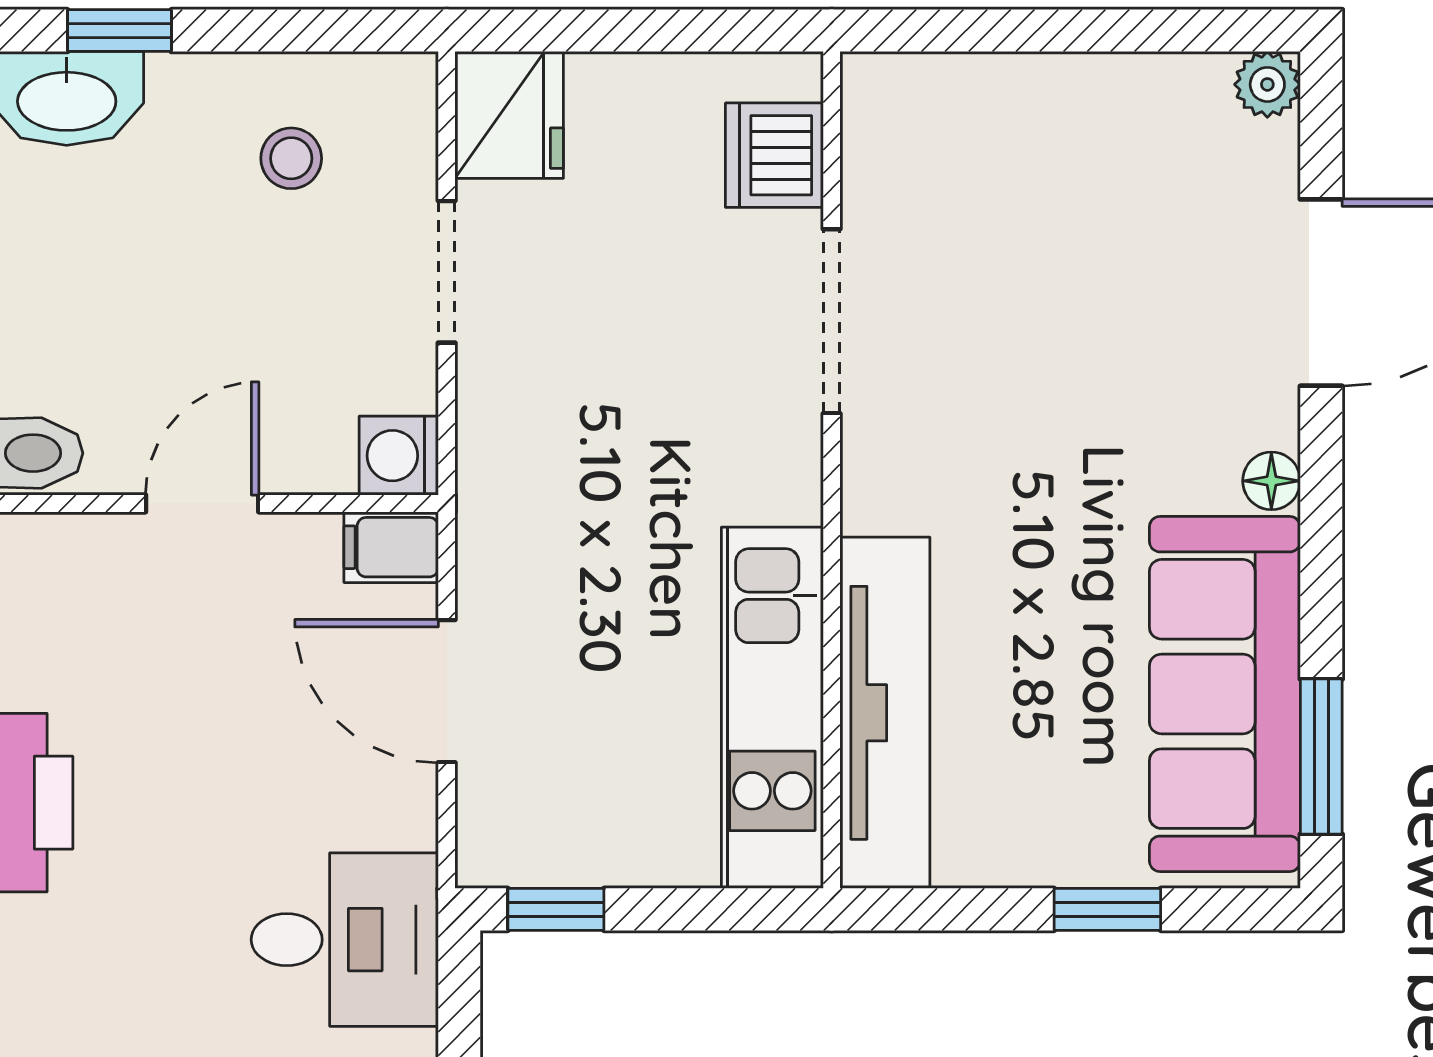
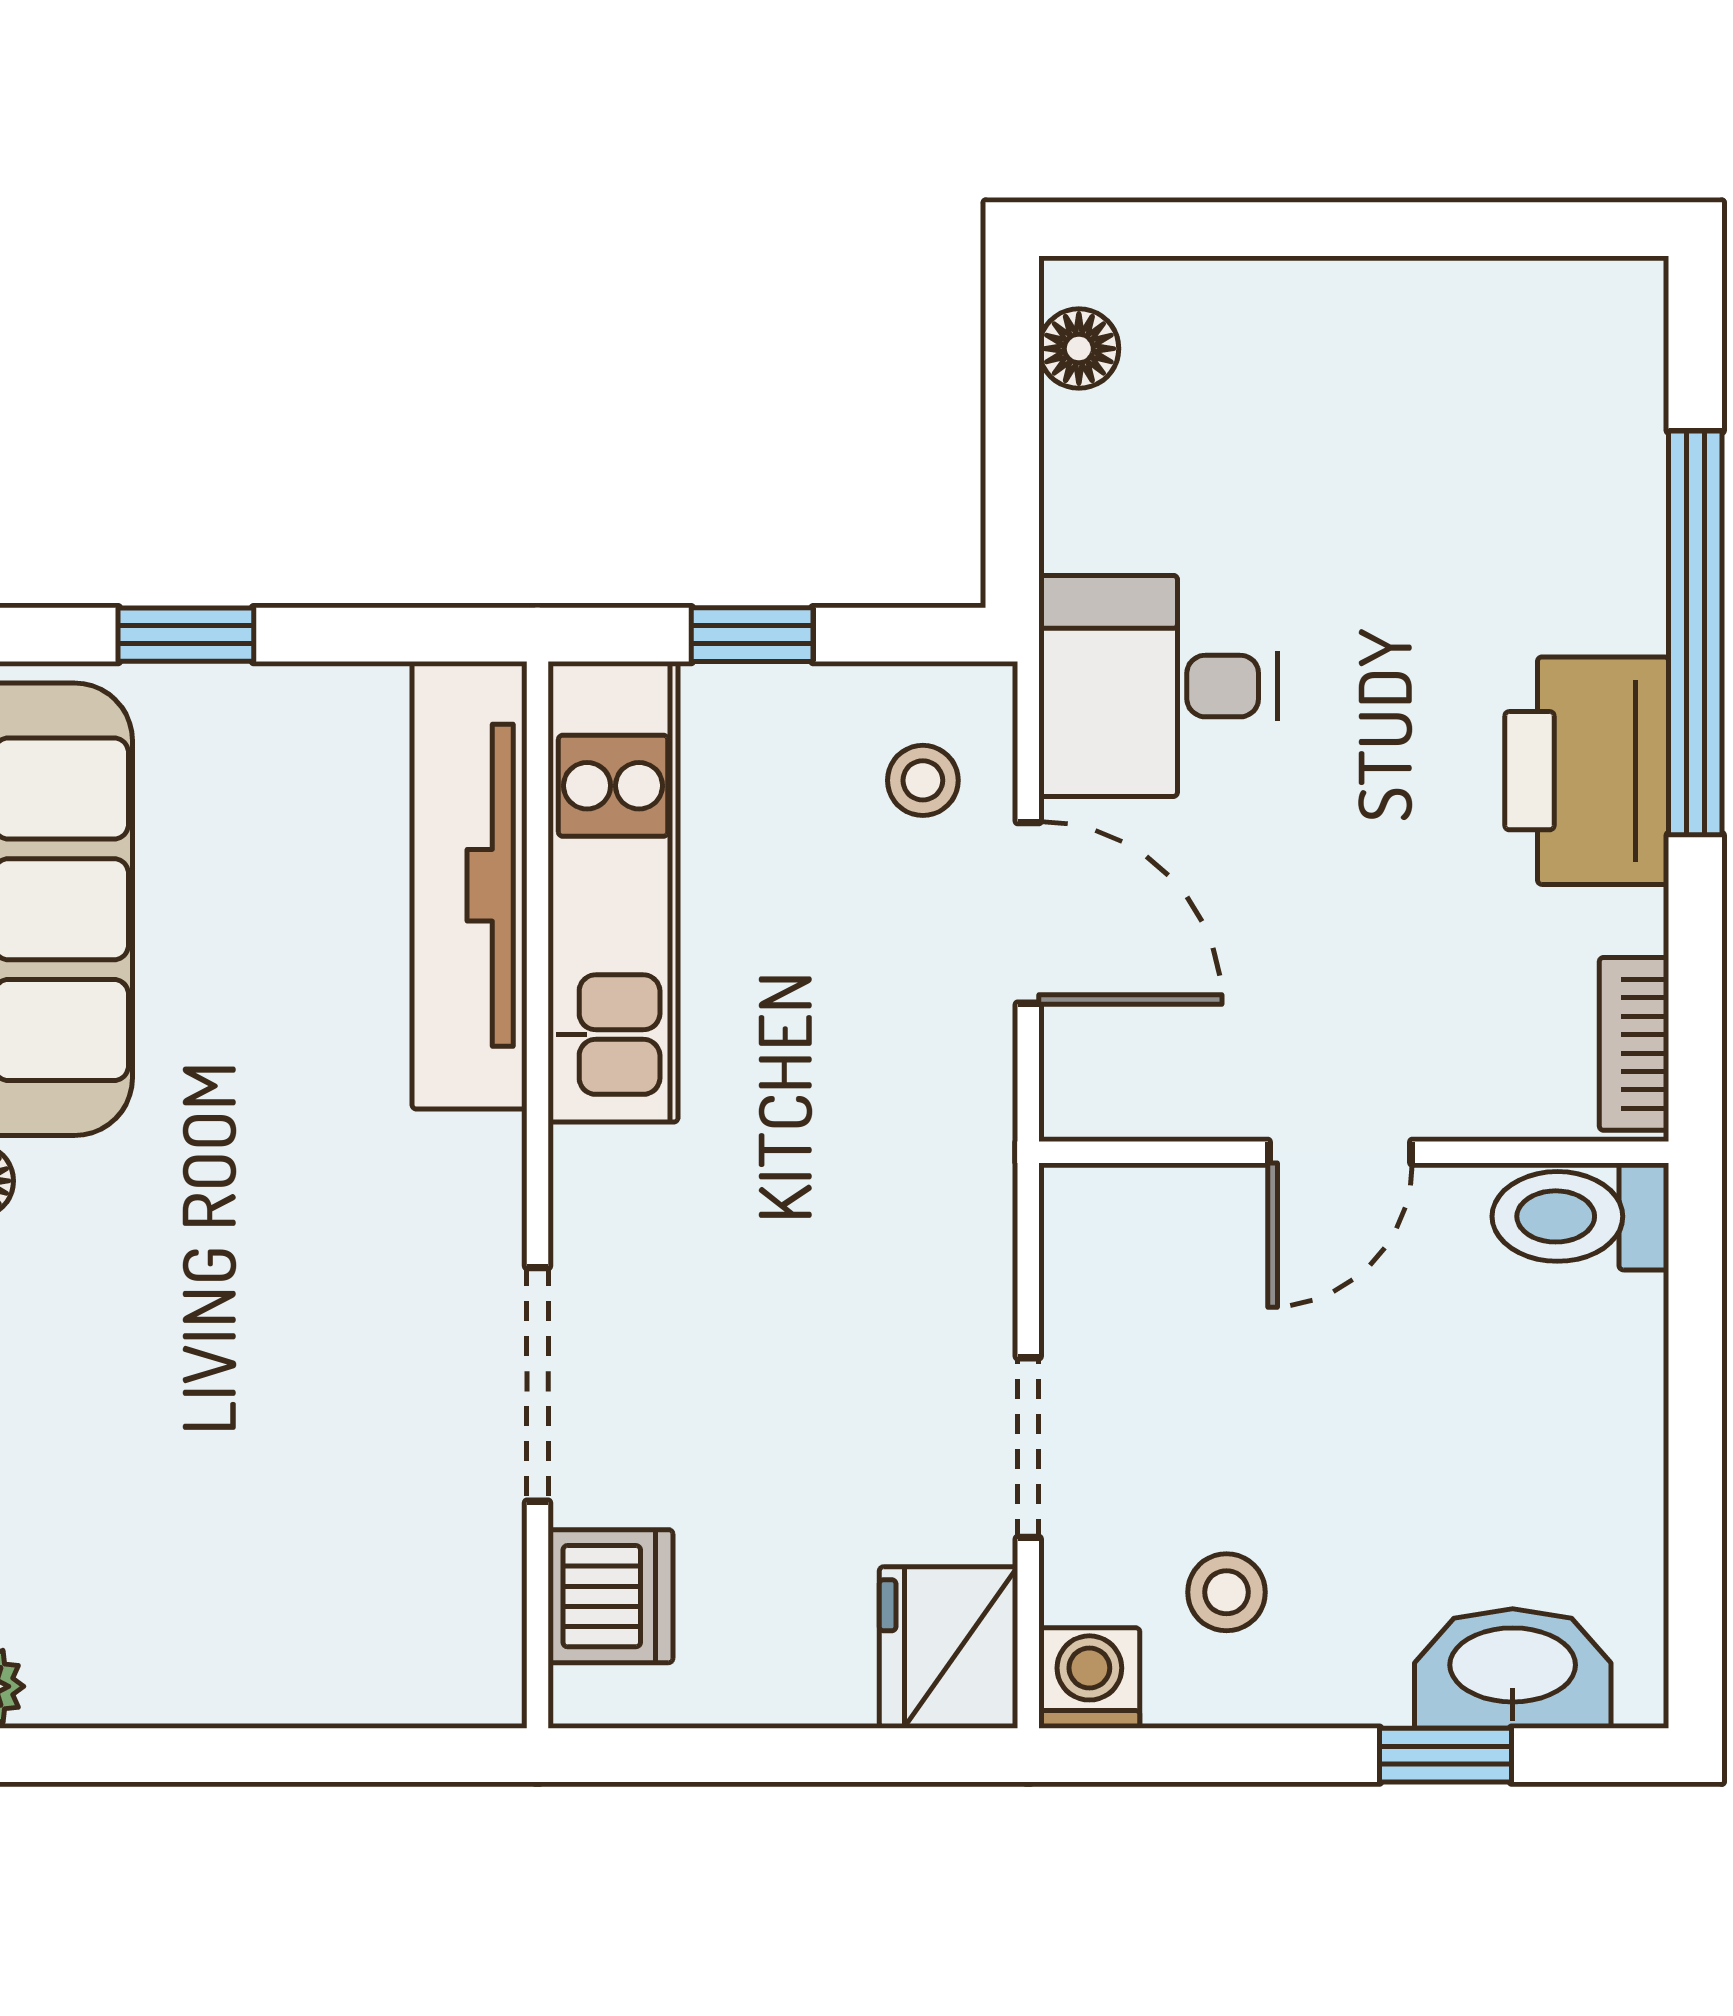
washing machine: (399, 456) -> (1089, 1678), moved, turned -90
filing cabinet: (391, 547) -> (1099, 1096), removed
stool: (529, 795) -> (923, 780), added
window: (556, 909) -> (752, 635), moved
desk: (345, 940) -> (1158, 686), moved

